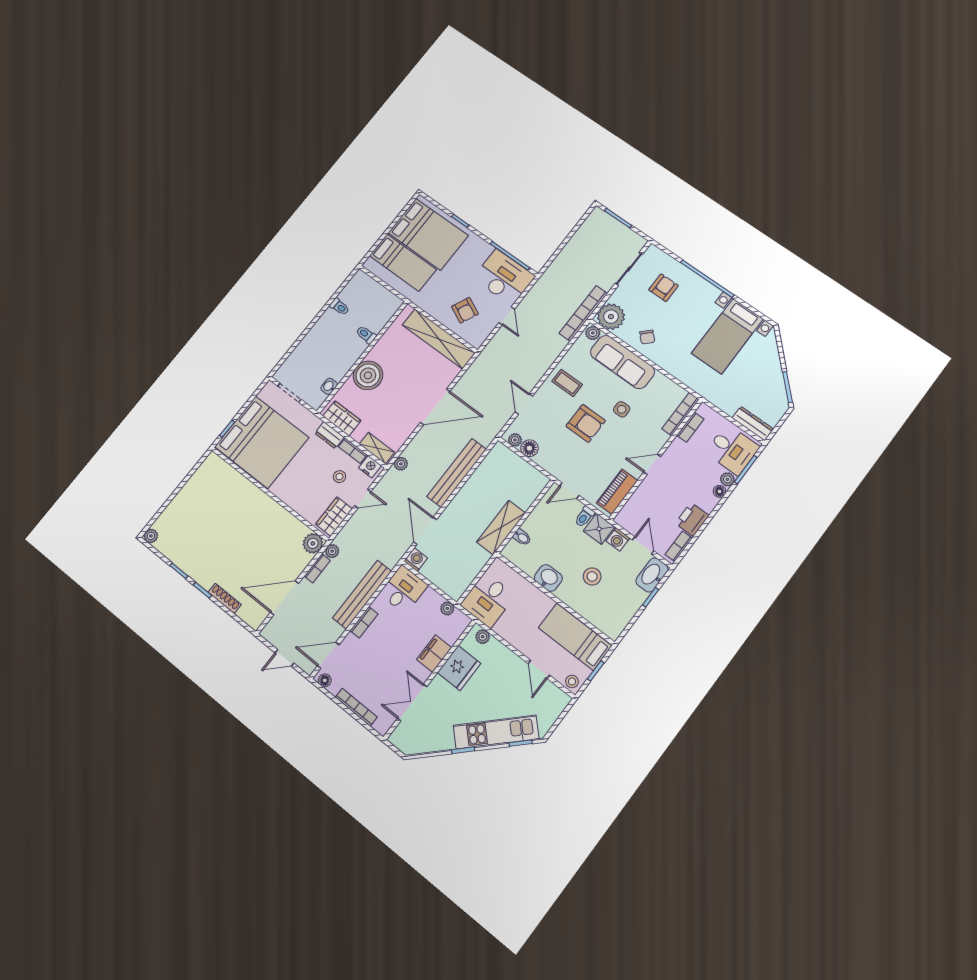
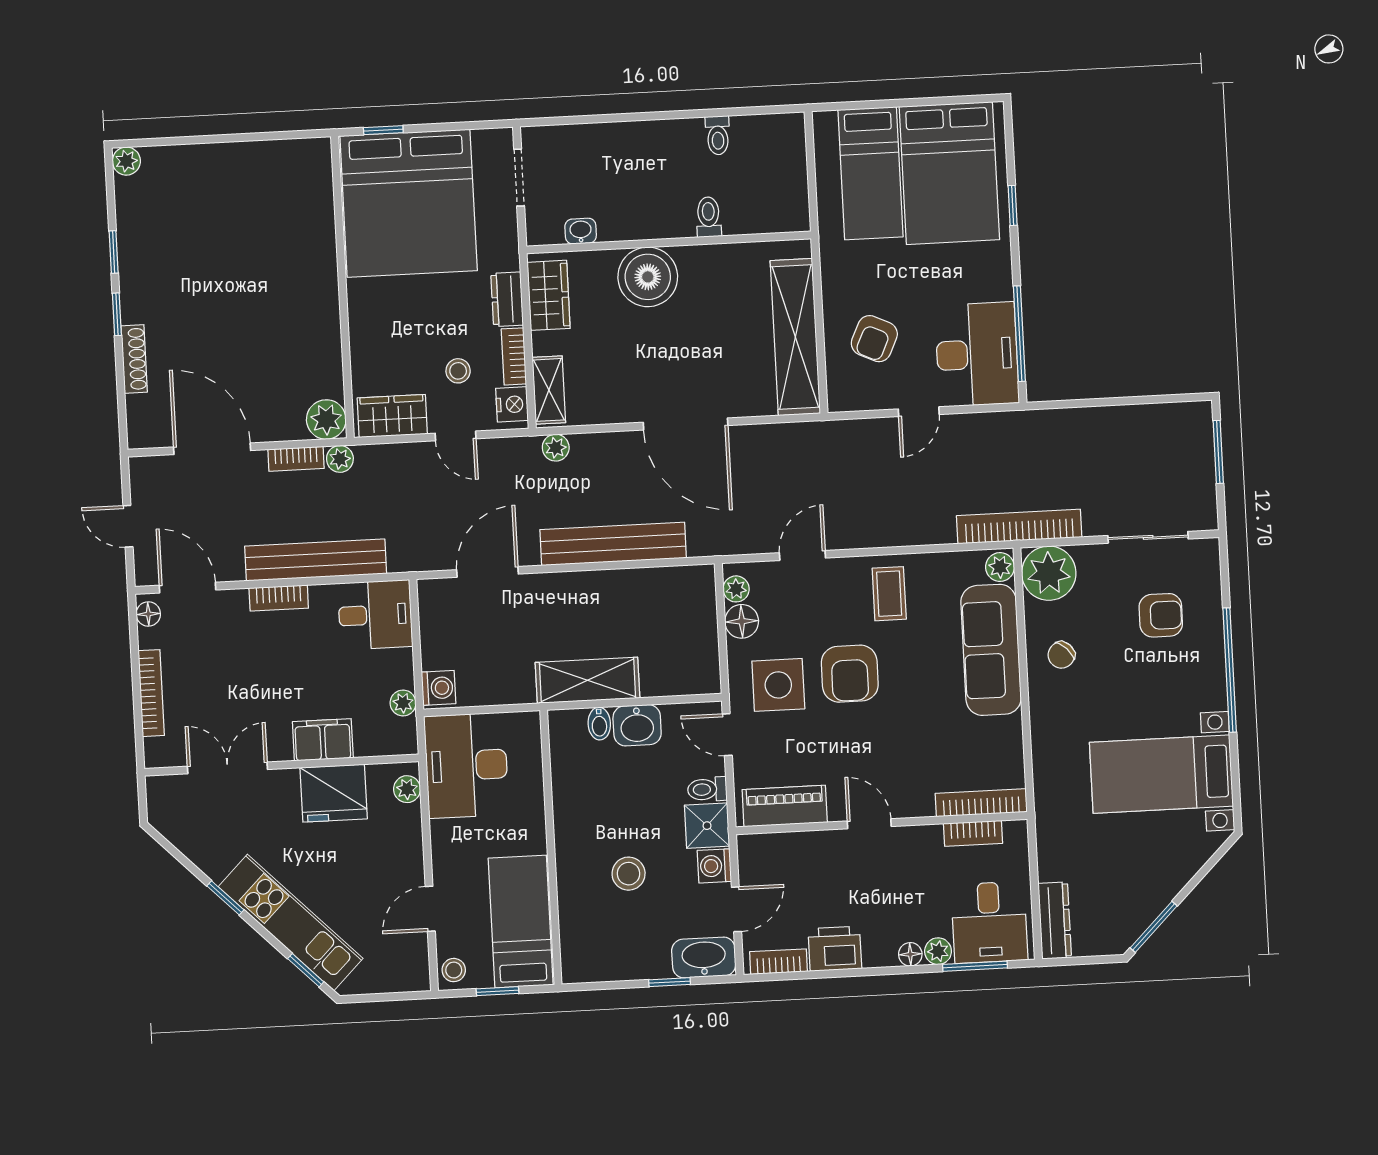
side table: (622, 409) -> (778, 685), moved, width x1.87, depth x1.87
washing machine: (416, 560) -> (439, 688), moved
washbasin: (548, 578) -> (637, 725), moved, turned 90
desk: (488, 600) -> (466, 765), width x1.37

